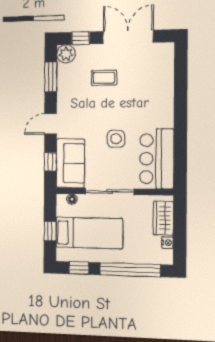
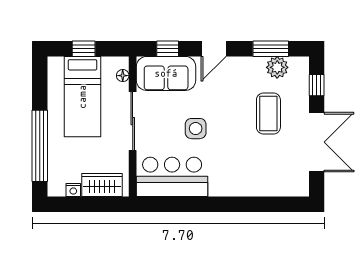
plant: (66, 54) -> (277, 67), moved
coffee table: (104, 78) -> (268, 114), width x1.36, depth x1.30
door: (51, 124) -> (214, 49), swing flipped
window: (79, 268) -> (40, 85), removed

